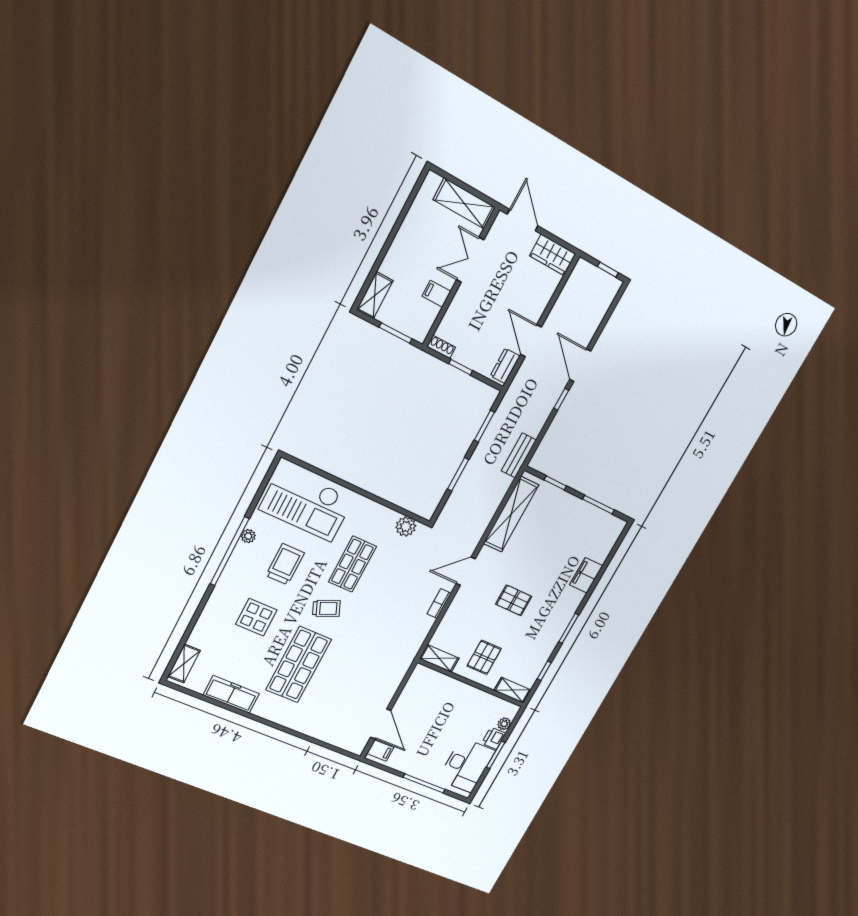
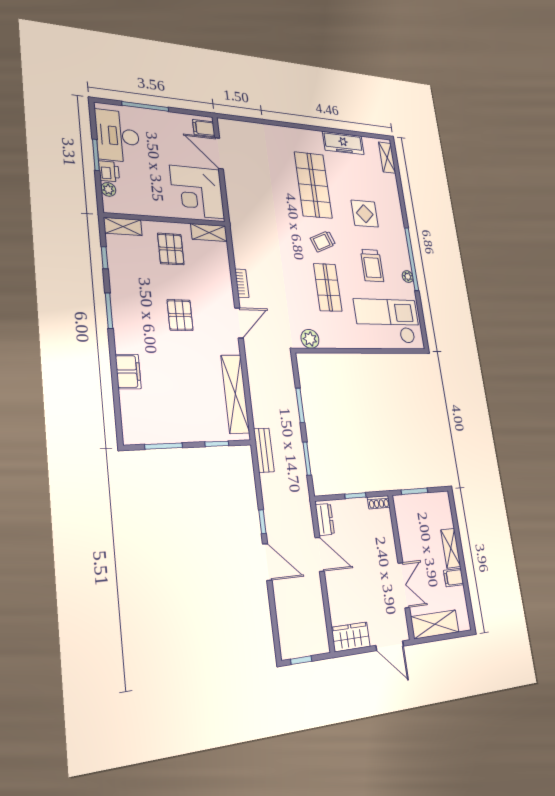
filing cabinet: (436, 294) -> (454, 578), moved, turned 180
shelving: (375, 295) -> (451, 548), moved
pallet: (514, 600) -> (180, 315), turned 90
corner desk: (426, 697) -> (197, 192), added

